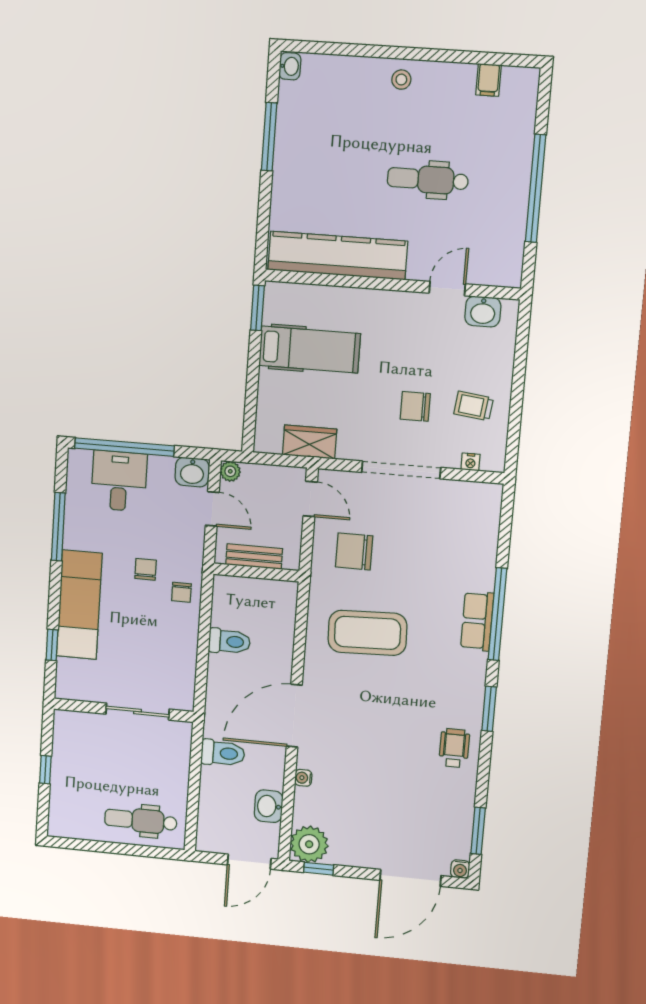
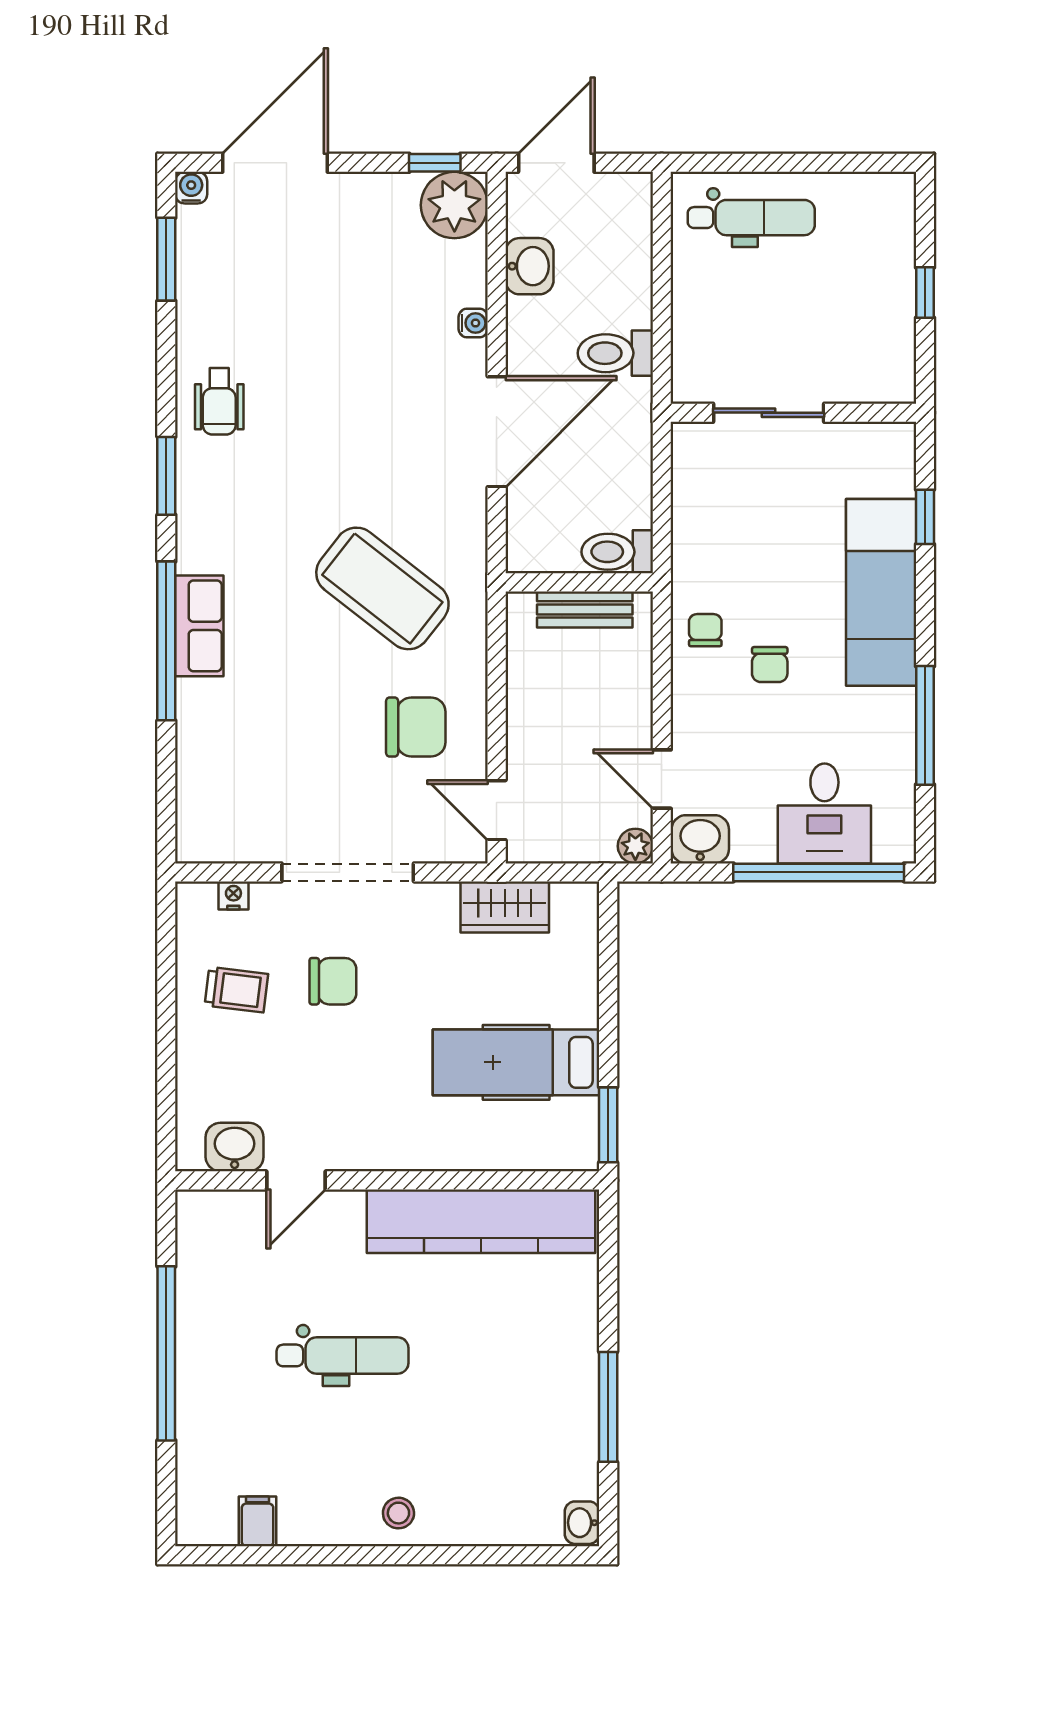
bench: (254, 557) -> (585, 609), moved
wall: (256, 572) -> (579, 582), moved
coffee table: (367, 633) -> (382, 588), turned 40

